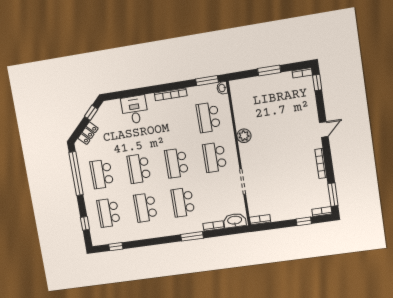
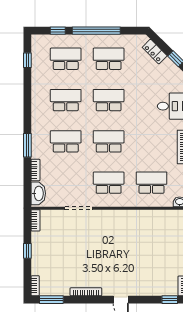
plant: (244, 136) -> (127, 217), removed
window: (76, 174) -> (96, 31), moved
window: (304, 221) -> (27, 251), moved

